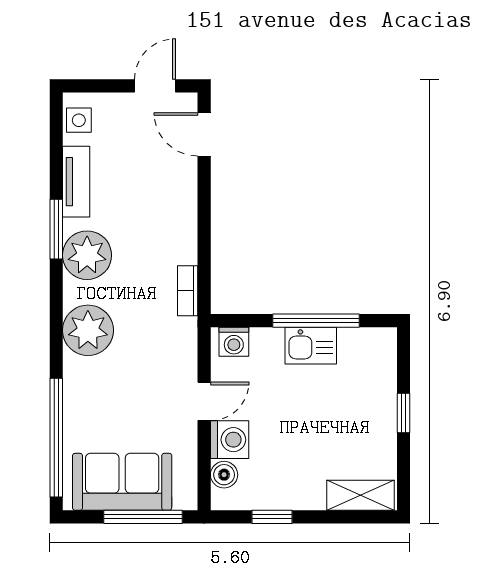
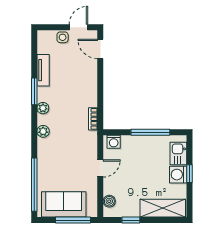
side table: (79, 120) -> (63, 37), moved
plant: (87, 255) -> (43, 108), width x0.53, depth x0.53
plant: (88, 330) -> (43, 131), width x0.53, depth x0.53
kitchen sink: (311, 346) -> (178, 153), moved, turned 90
washing machine: (230, 440) -> (178, 175), moved, turned 180
shelving: (360, 495) -> (163, 208), width x1.50, depth x1.33

